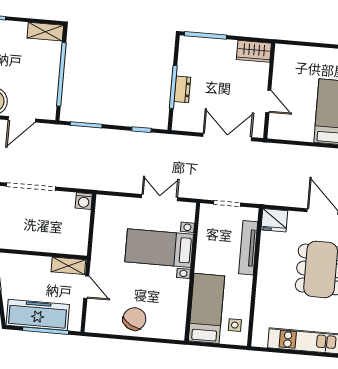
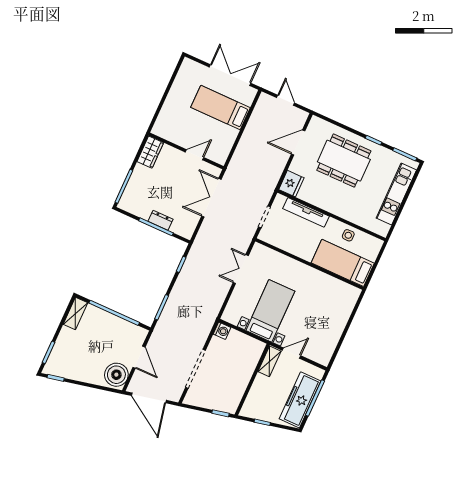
bed with nightstands: (159, 248) -> (270, 311), moved, turned 180
chair: (134, 319) -> (331, 324), removed
side table: (235, 325) -> (348, 235), moved

